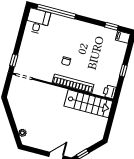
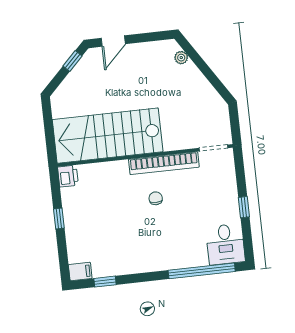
window: (14, 60) -> (244, 207), moved
bookcase: (73, 84) -> (164, 163), moved
stairs: (88, 104) -> (108, 136), width x1.36, depth x1.51

